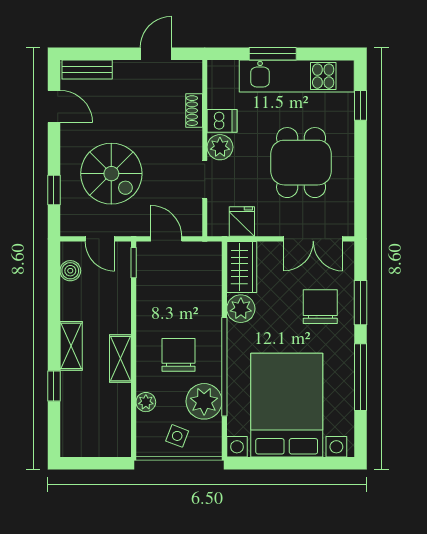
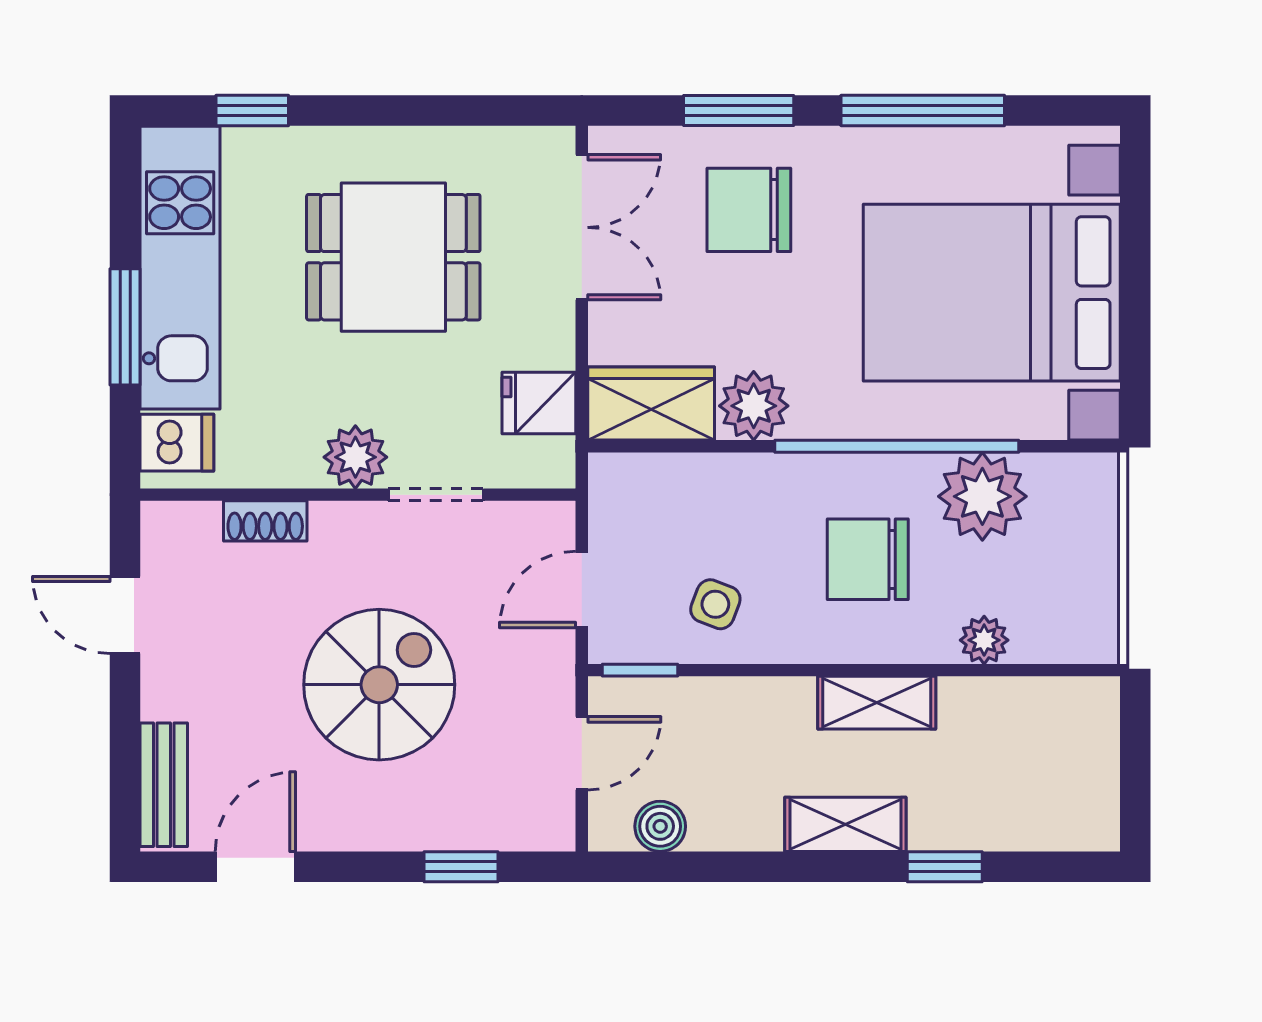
dishwasher: (222, 121) -> (177, 443), moved, turned 90
spiral stairs: (111, 174) -> (379, 685), moved
side table: (177, 436) -> (715, 604), moved

